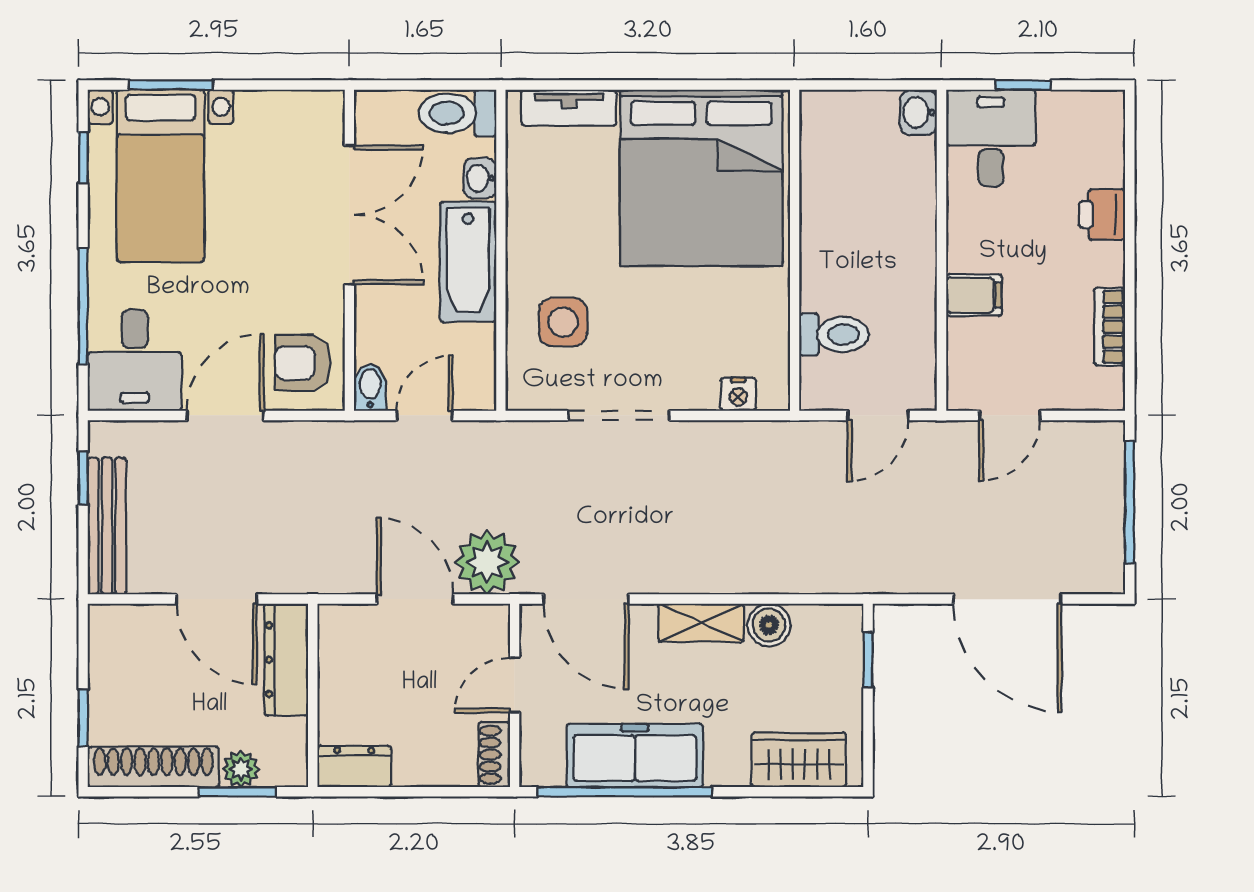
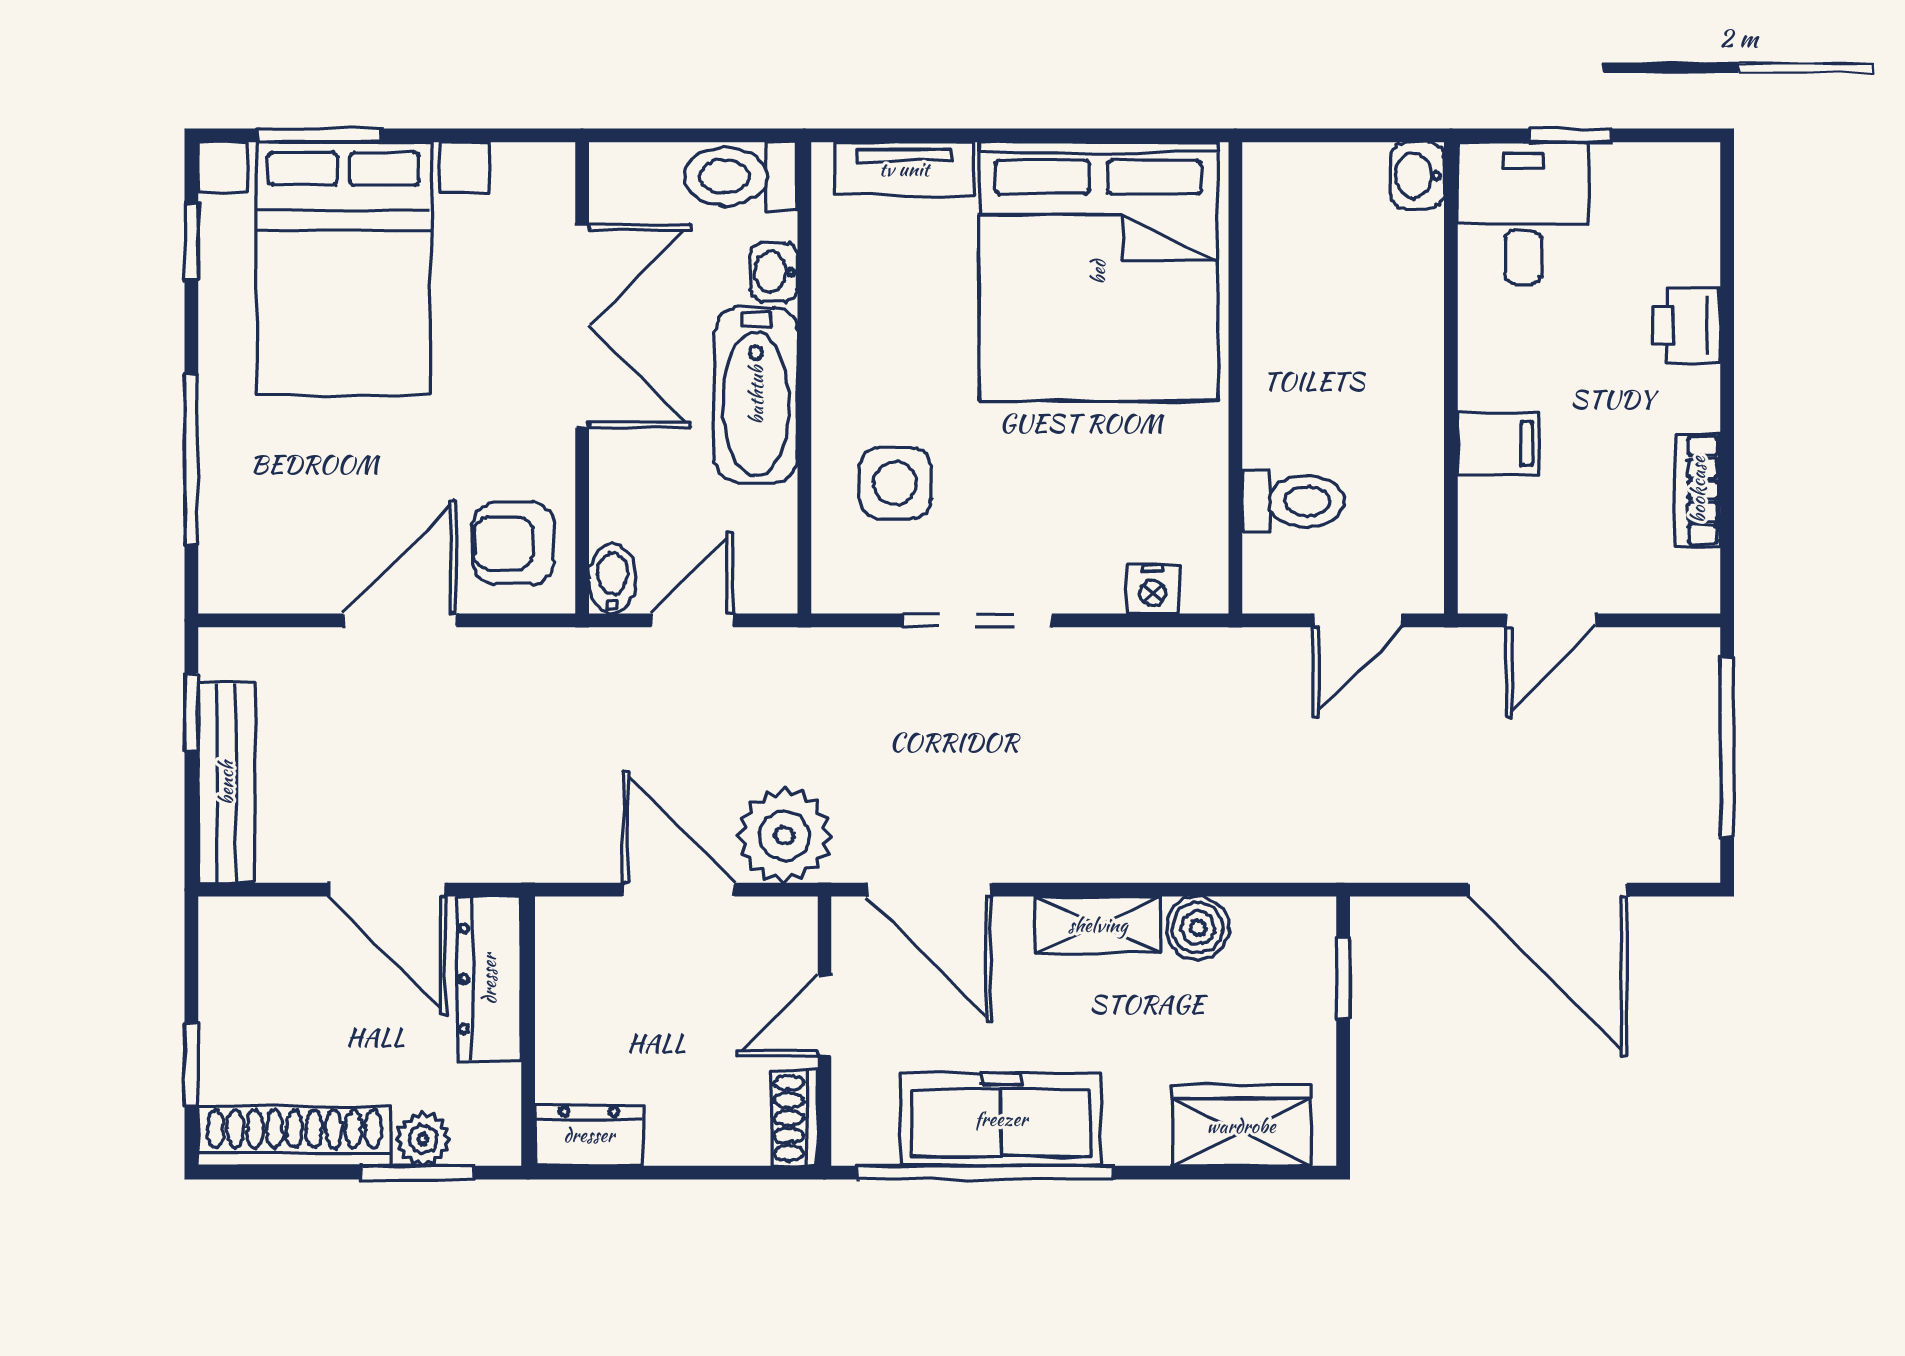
bed with nightstands: (161, 176) -> (343, 268), width x1.36
desk: (135, 360) -> (267, 539), removed

